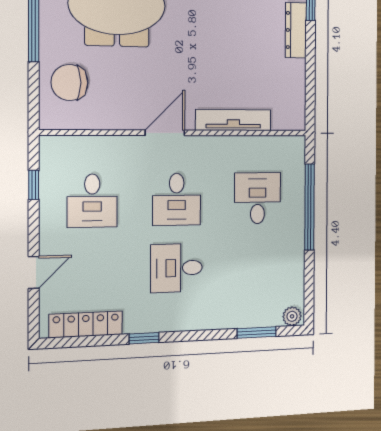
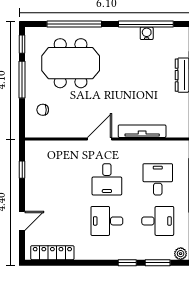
chair: (69, 83) -> (43, 110), width x0.54, depth x0.54
desk: (92, 201) -> (158, 221), moved, turned -90
window: (144, 338) -> (127, 263), moved

